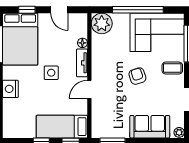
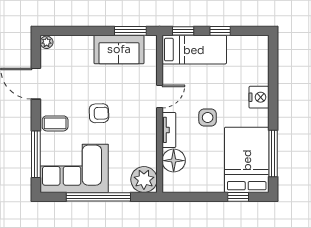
door: (59, 10) -> (197, 197), removed
floor lamp: (82, 43) -> (174, 161), width x1.89, depth x1.89
armchair: (137, 76) -> (99, 113), turned -74
sofa: (150, 127) -> (119, 49), moved

